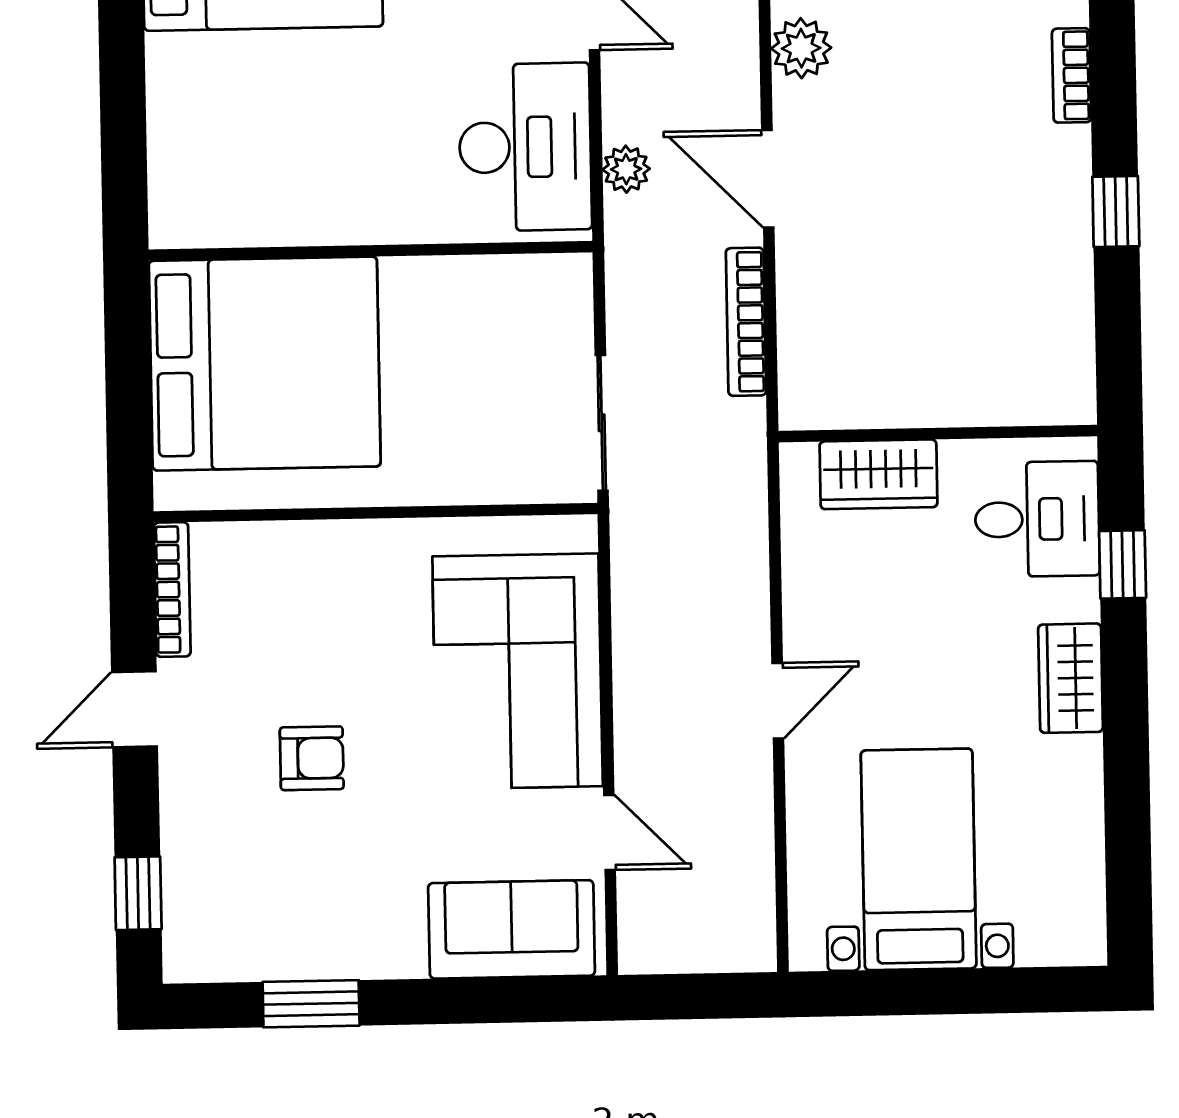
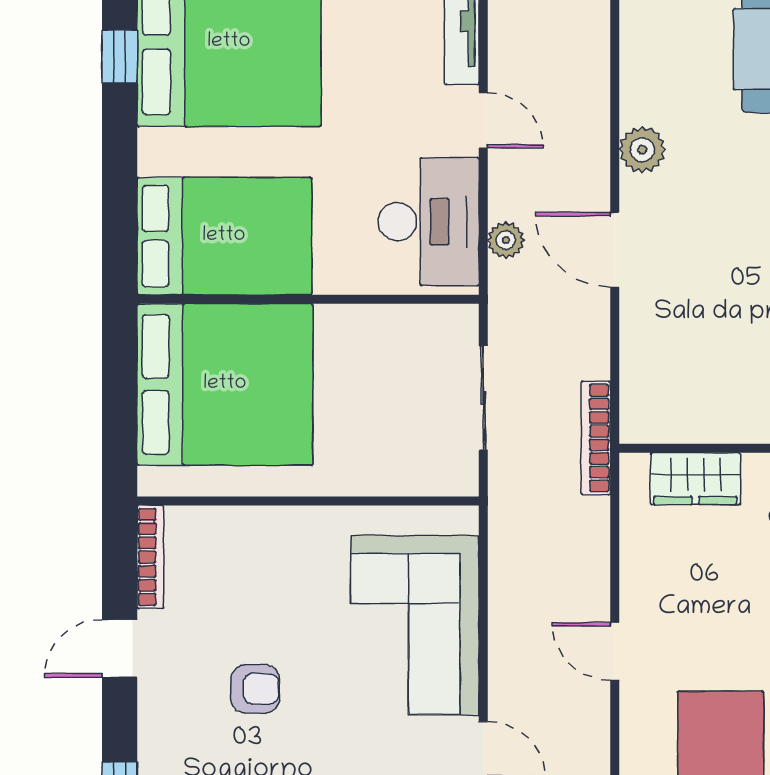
bed: (260, 171) -> (224, 236), added
bookcase: (746, 322) -> (596, 438), moved
sliding door: (602, 423) -> (483, 398), moved
door: (778, 701) -> (615, 651), swing flipped

